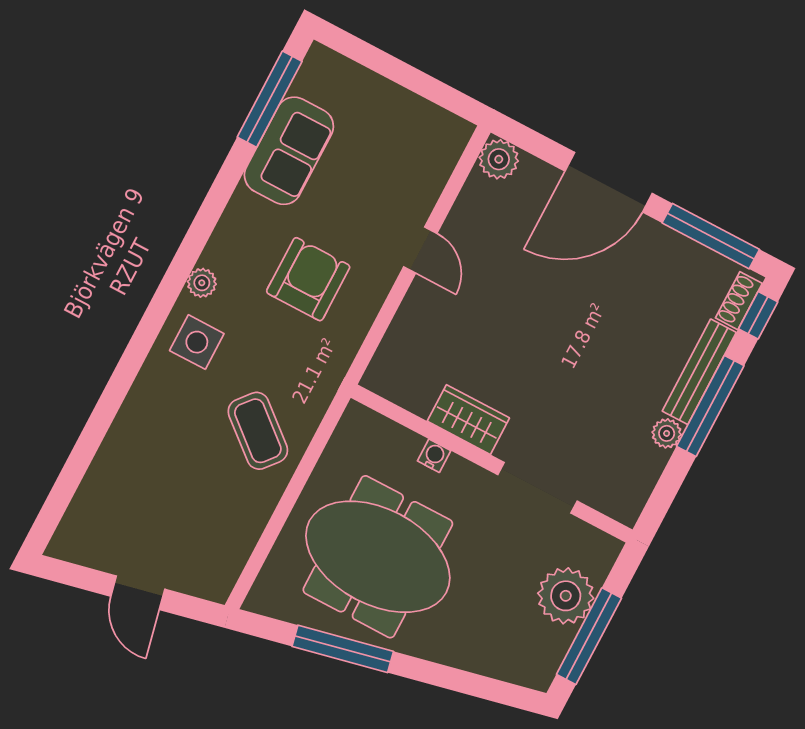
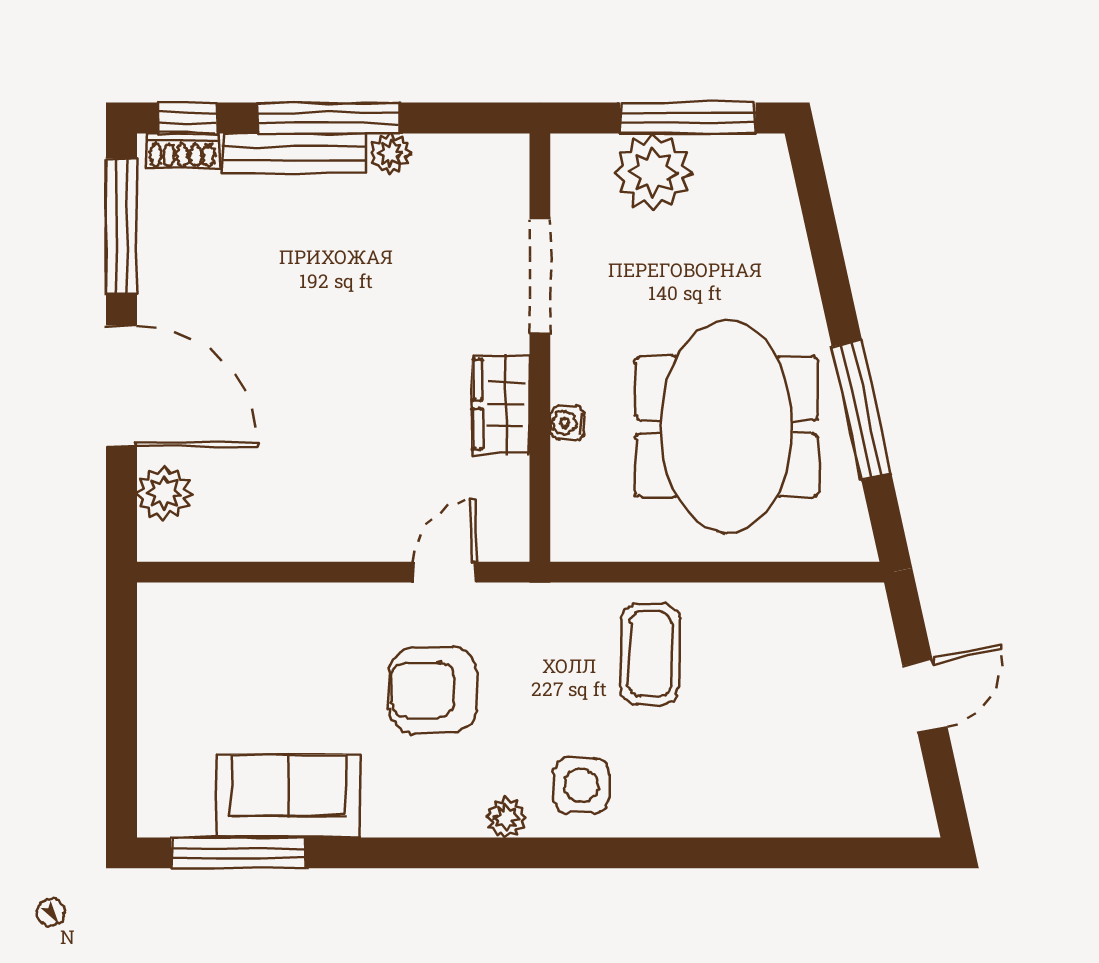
plant: (499, 159) -> (164, 493), moved
door: (420, 250) -> (445, 572), moved
coffee table: (258, 431) -> (650, 654), turned -39

